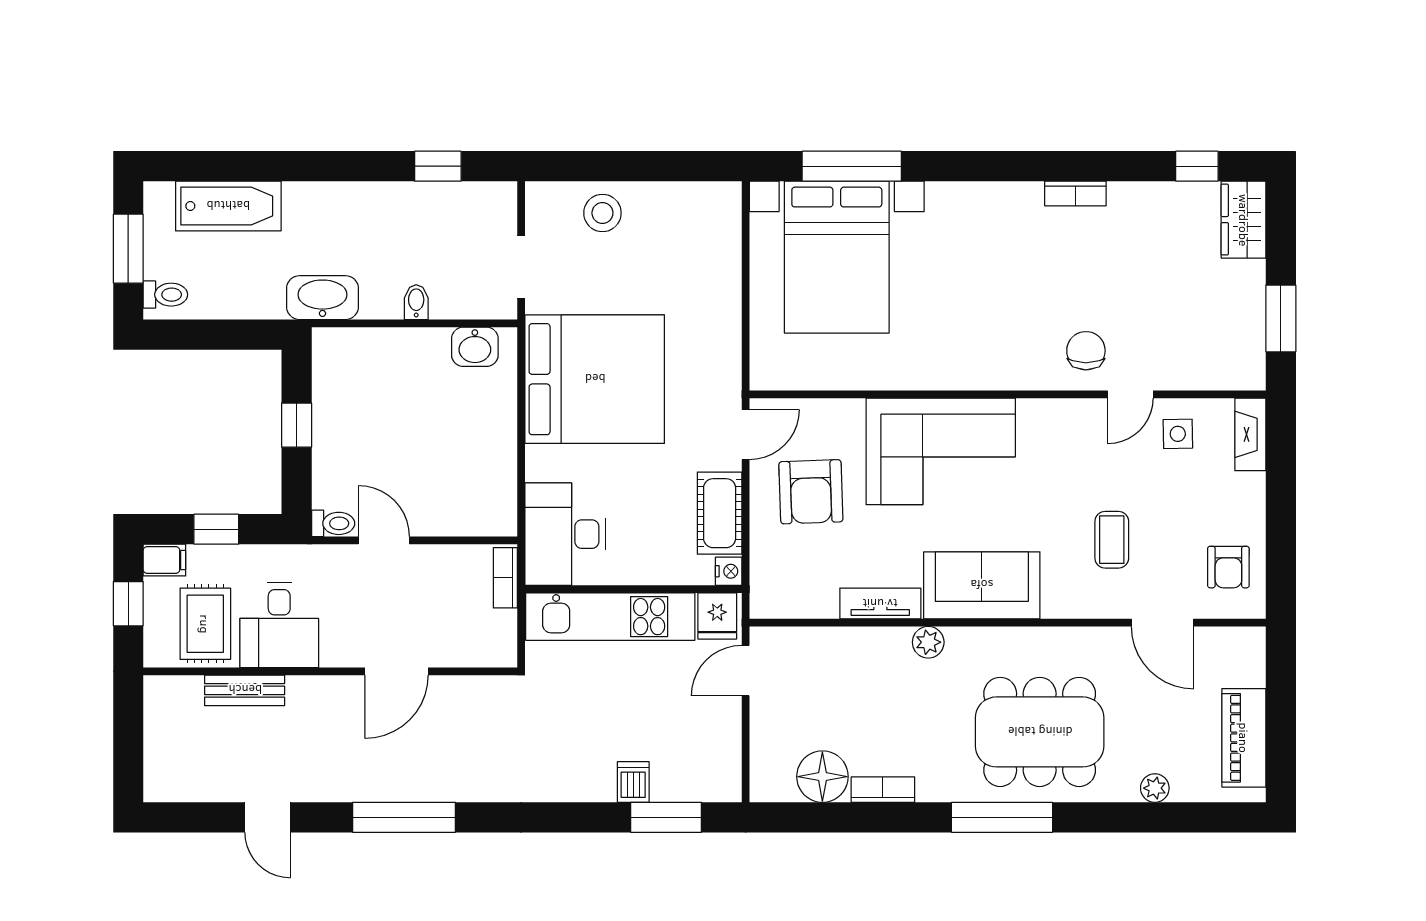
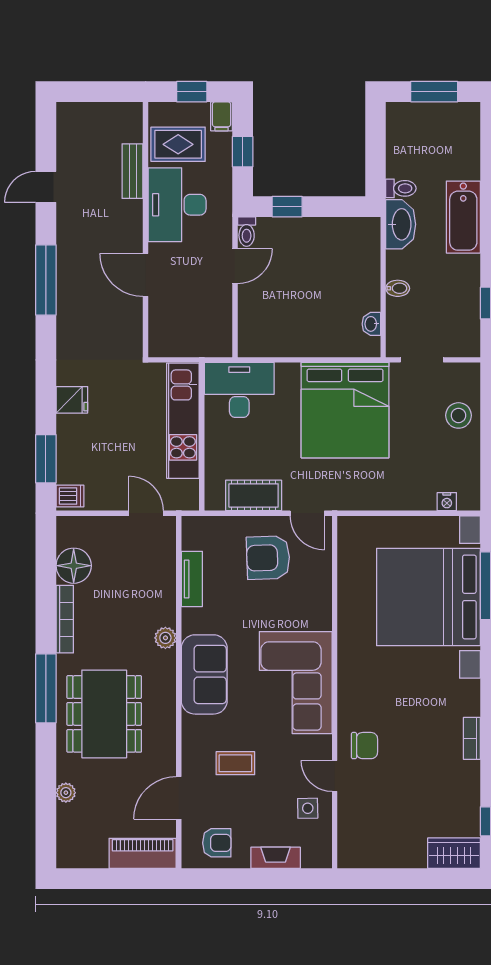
bathtub: (228, 206) -> (463, 217), moved
bed with nightstands: (837, 257) -> (428, 597), width x1.36
toilet: (165, 295) -> (401, 188), moved, turned -90
window: (1281, 318) -> (386, 879), removed
washbasin: (475, 347) -> (371, 324), width x0.72, depth x0.69
window: (297, 425) -> (287, 207), moved
fireplace: (1250, 434) -> (276, 858), moved
corner sofa: (941, 451) -> (296, 683), moved
armchair: (1228, 567) -> (217, 843), turned 180
nightstand: (729, 571) -> (447, 502), moved
bookcase: (505, 578) -> (209, 349), removed
tv unit: (880, 604) -> (192, 579), moved
fridge: (717, 616) -> (72, 400), moved, turned 180
desk: (279, 625) -> (177, 205), width x1.37
piano: (1244, 738) -> (143, 853), moved
dishwasher: (633, 782) -> (70, 496), moved
bookcase: (883, 790) -> (65, 619), width x1.56

